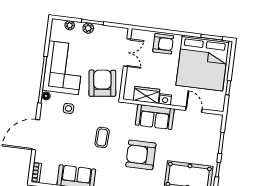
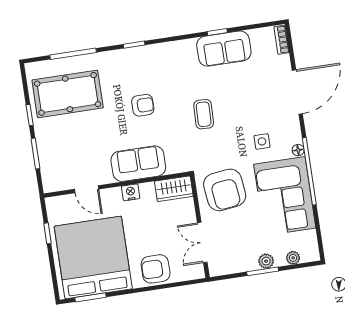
wardrobe: (147, 95) -> (174, 189), moved
armchair: (141, 155) -> (143, 105), width x0.53, depth x0.53

